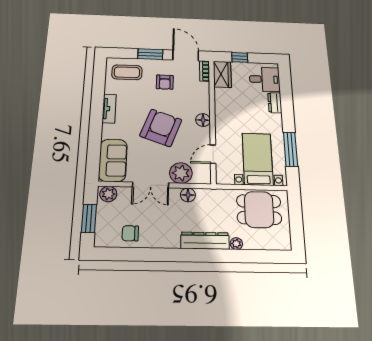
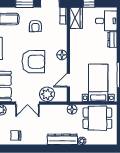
armchair: (161, 128) -> (33, 62), turned 70
floor lamp: (188, 195) -> (72, 109), moved

